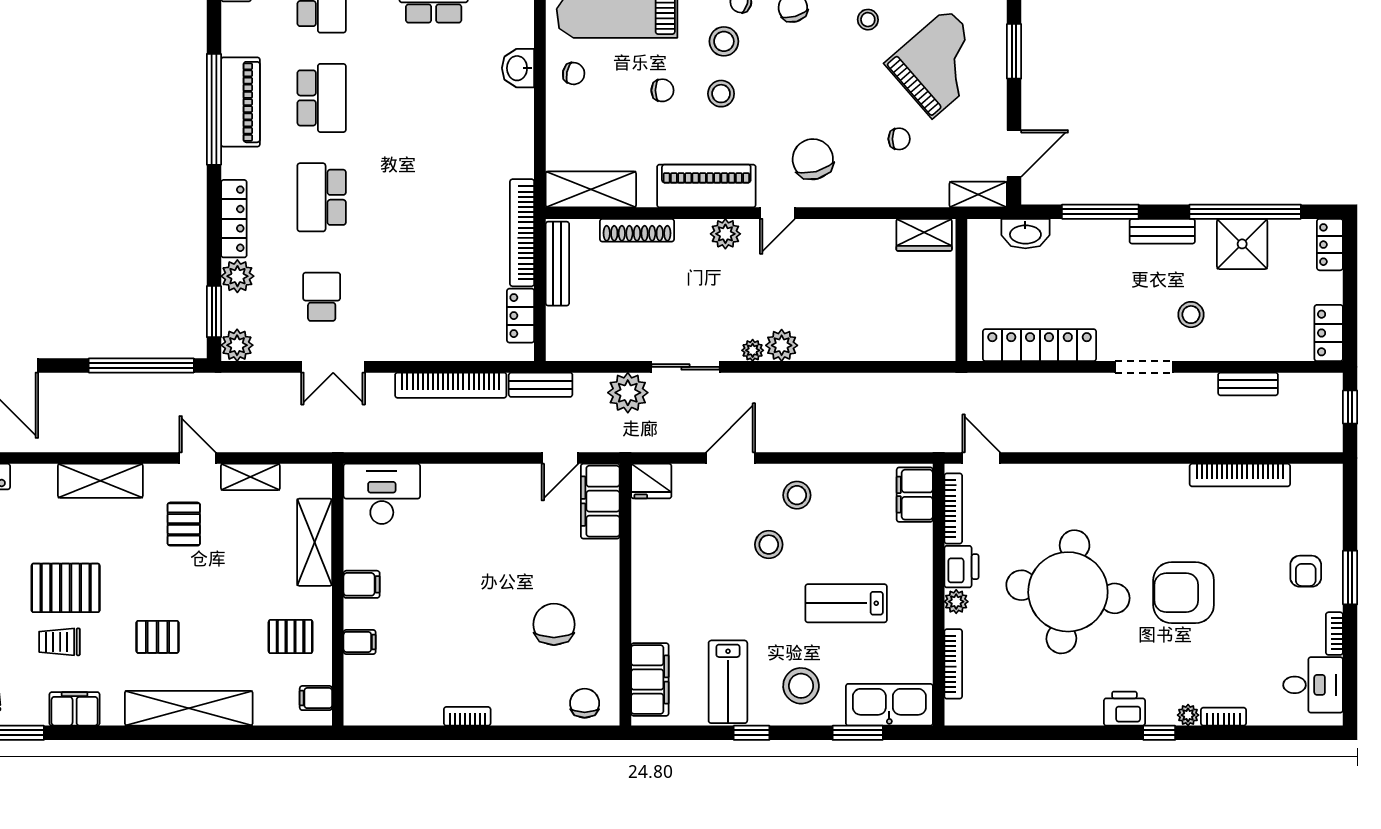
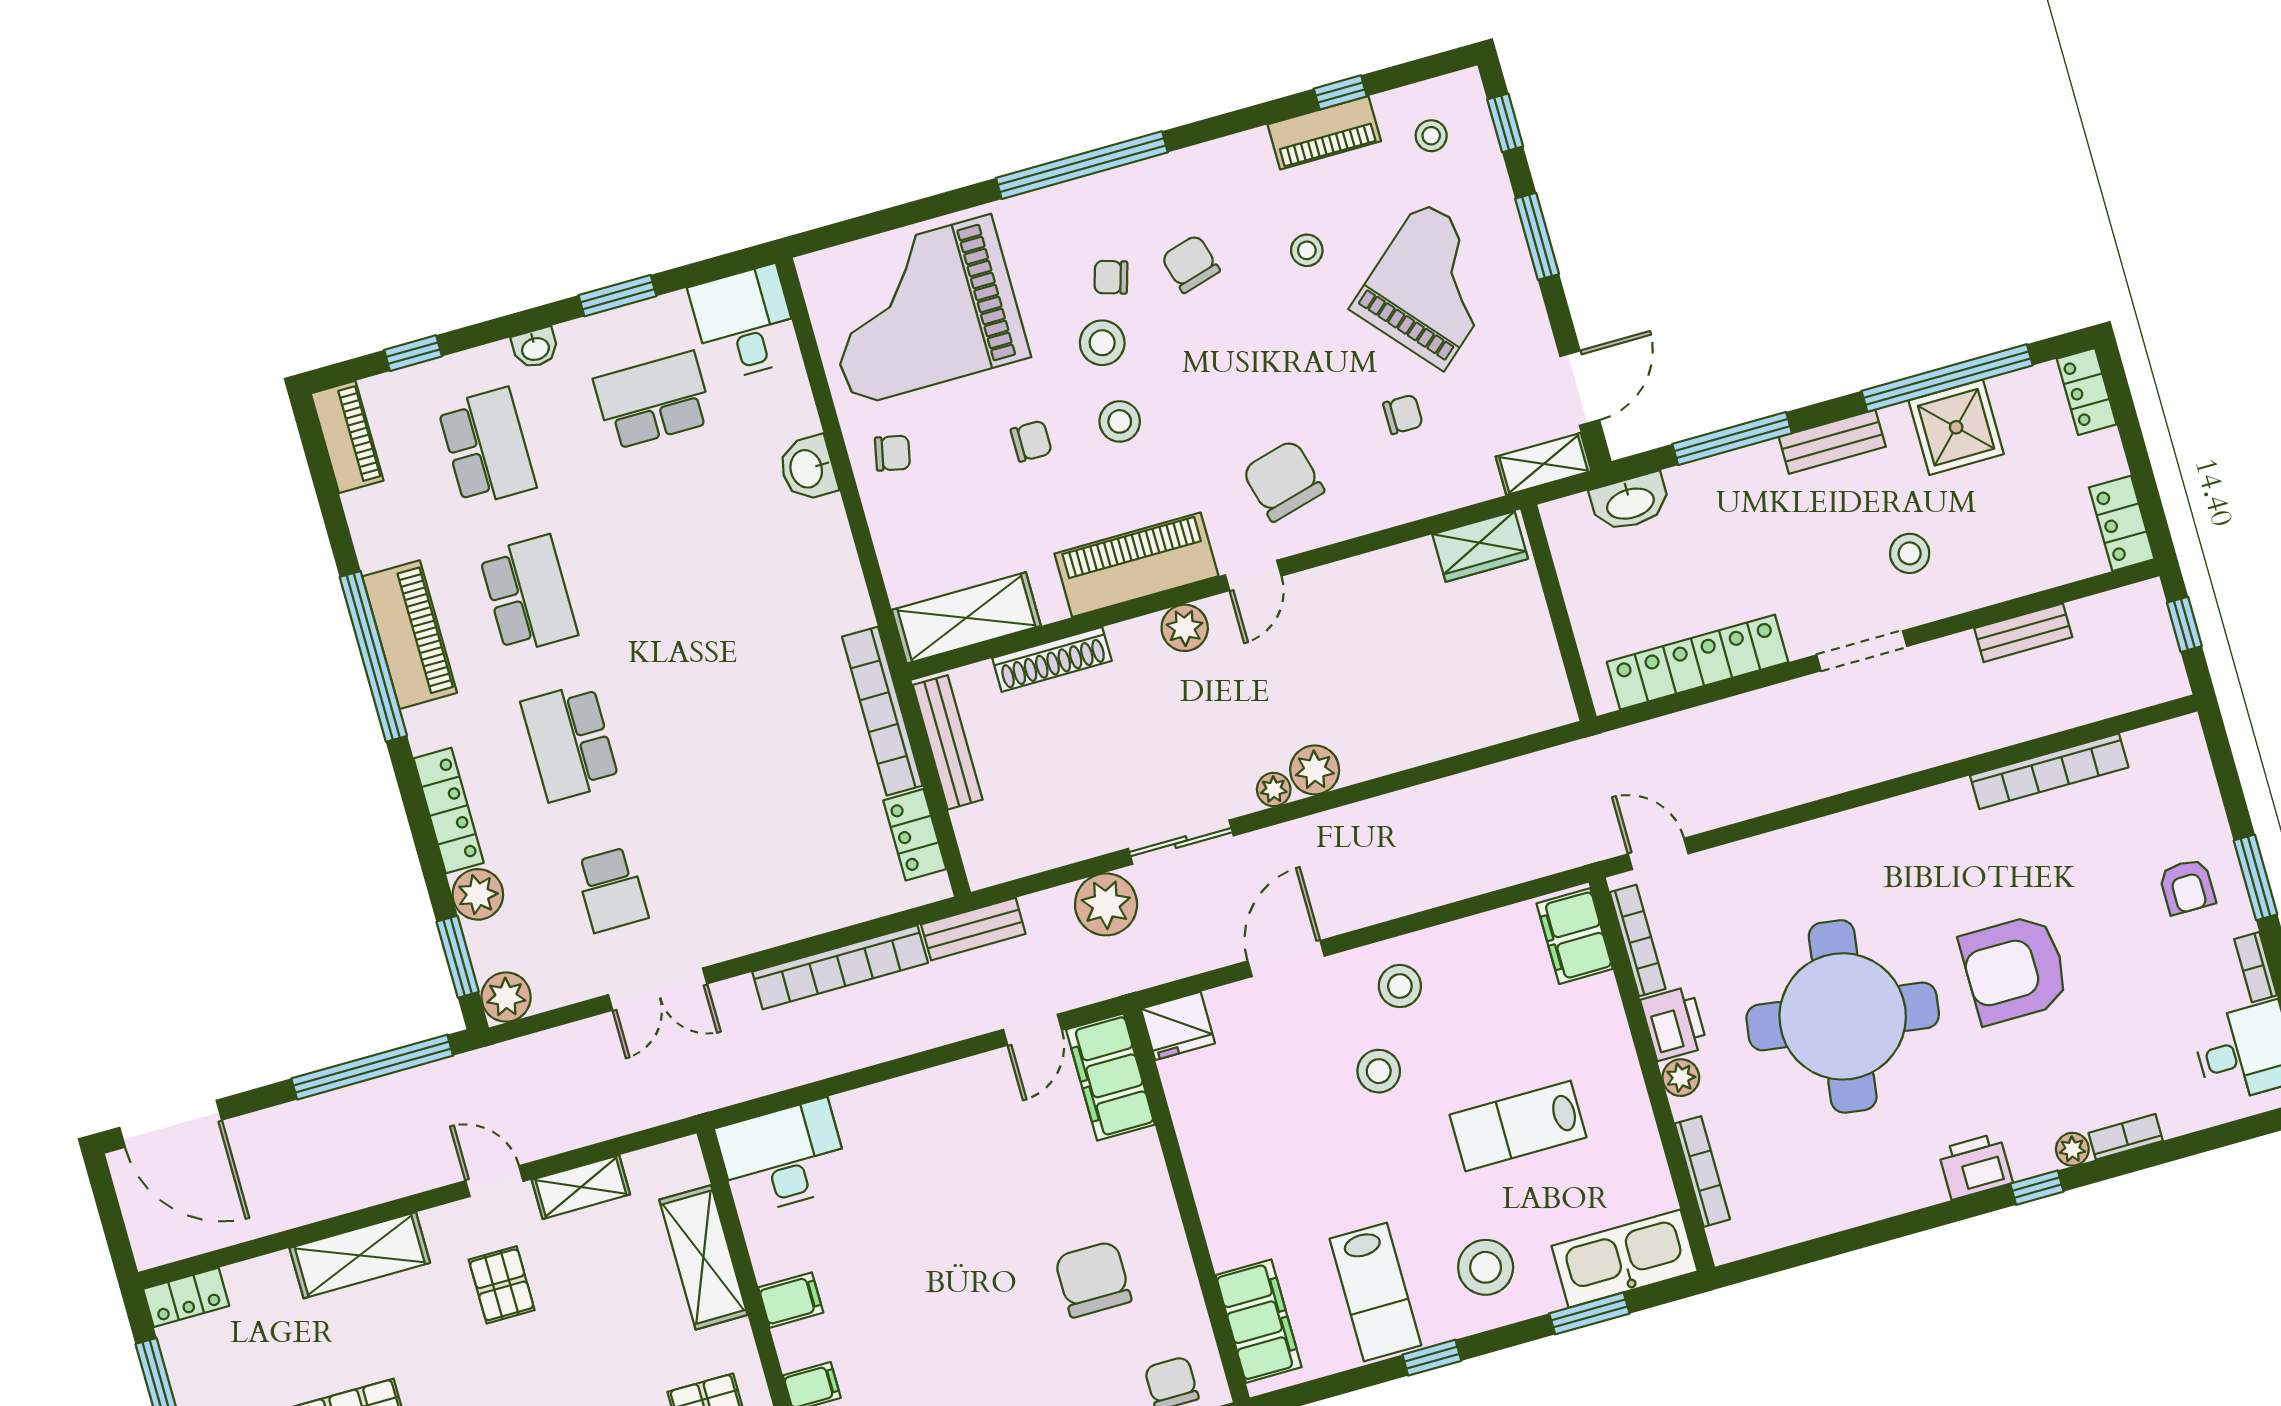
school desk: (322, 297) -> (611, 890), turned 180

